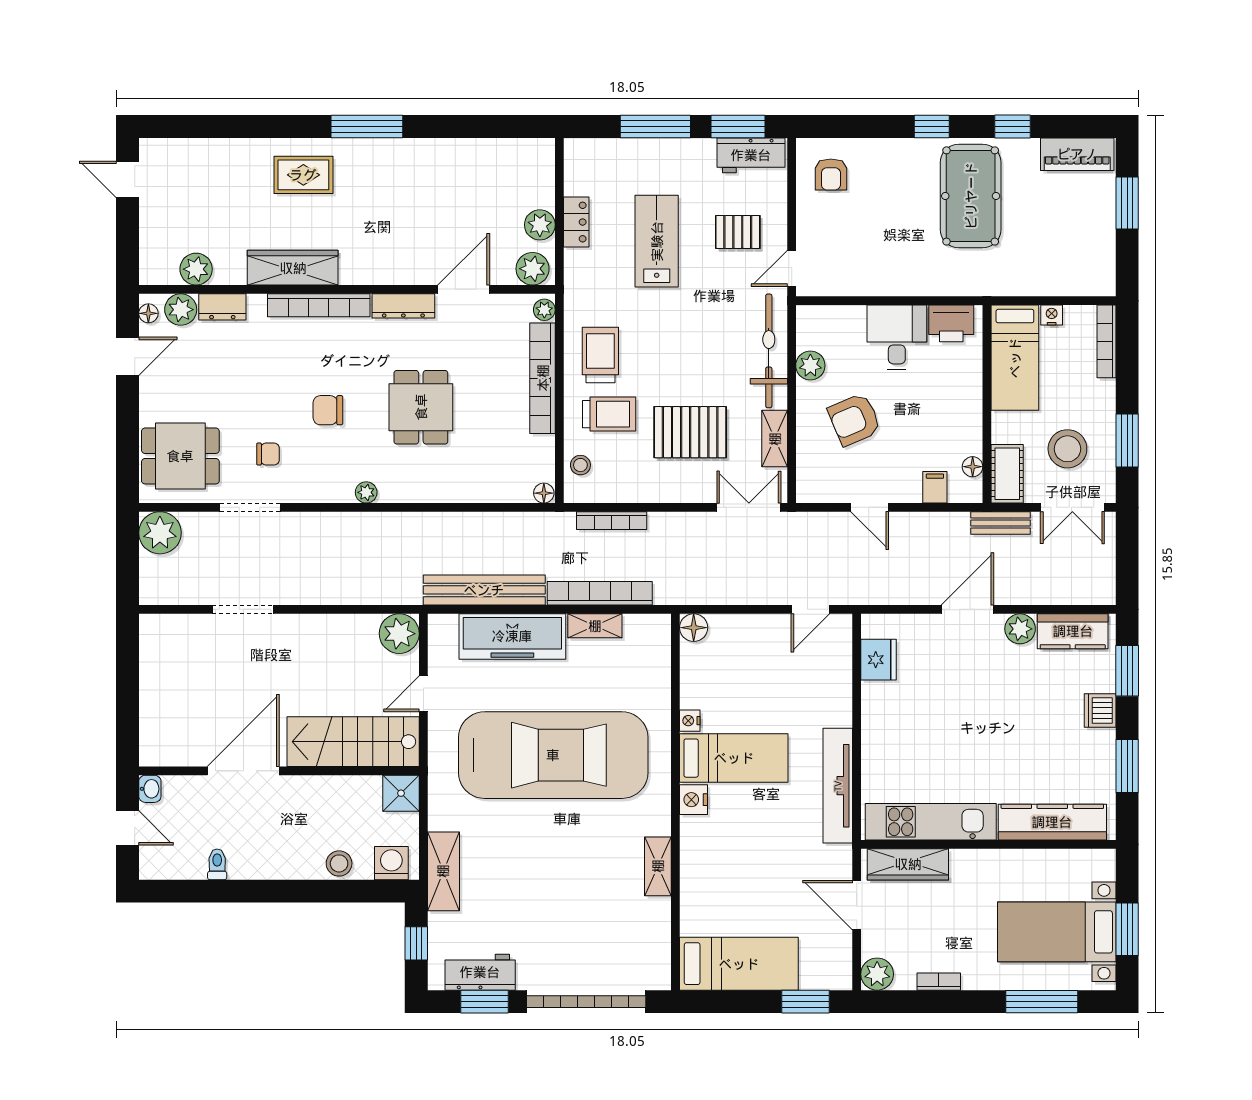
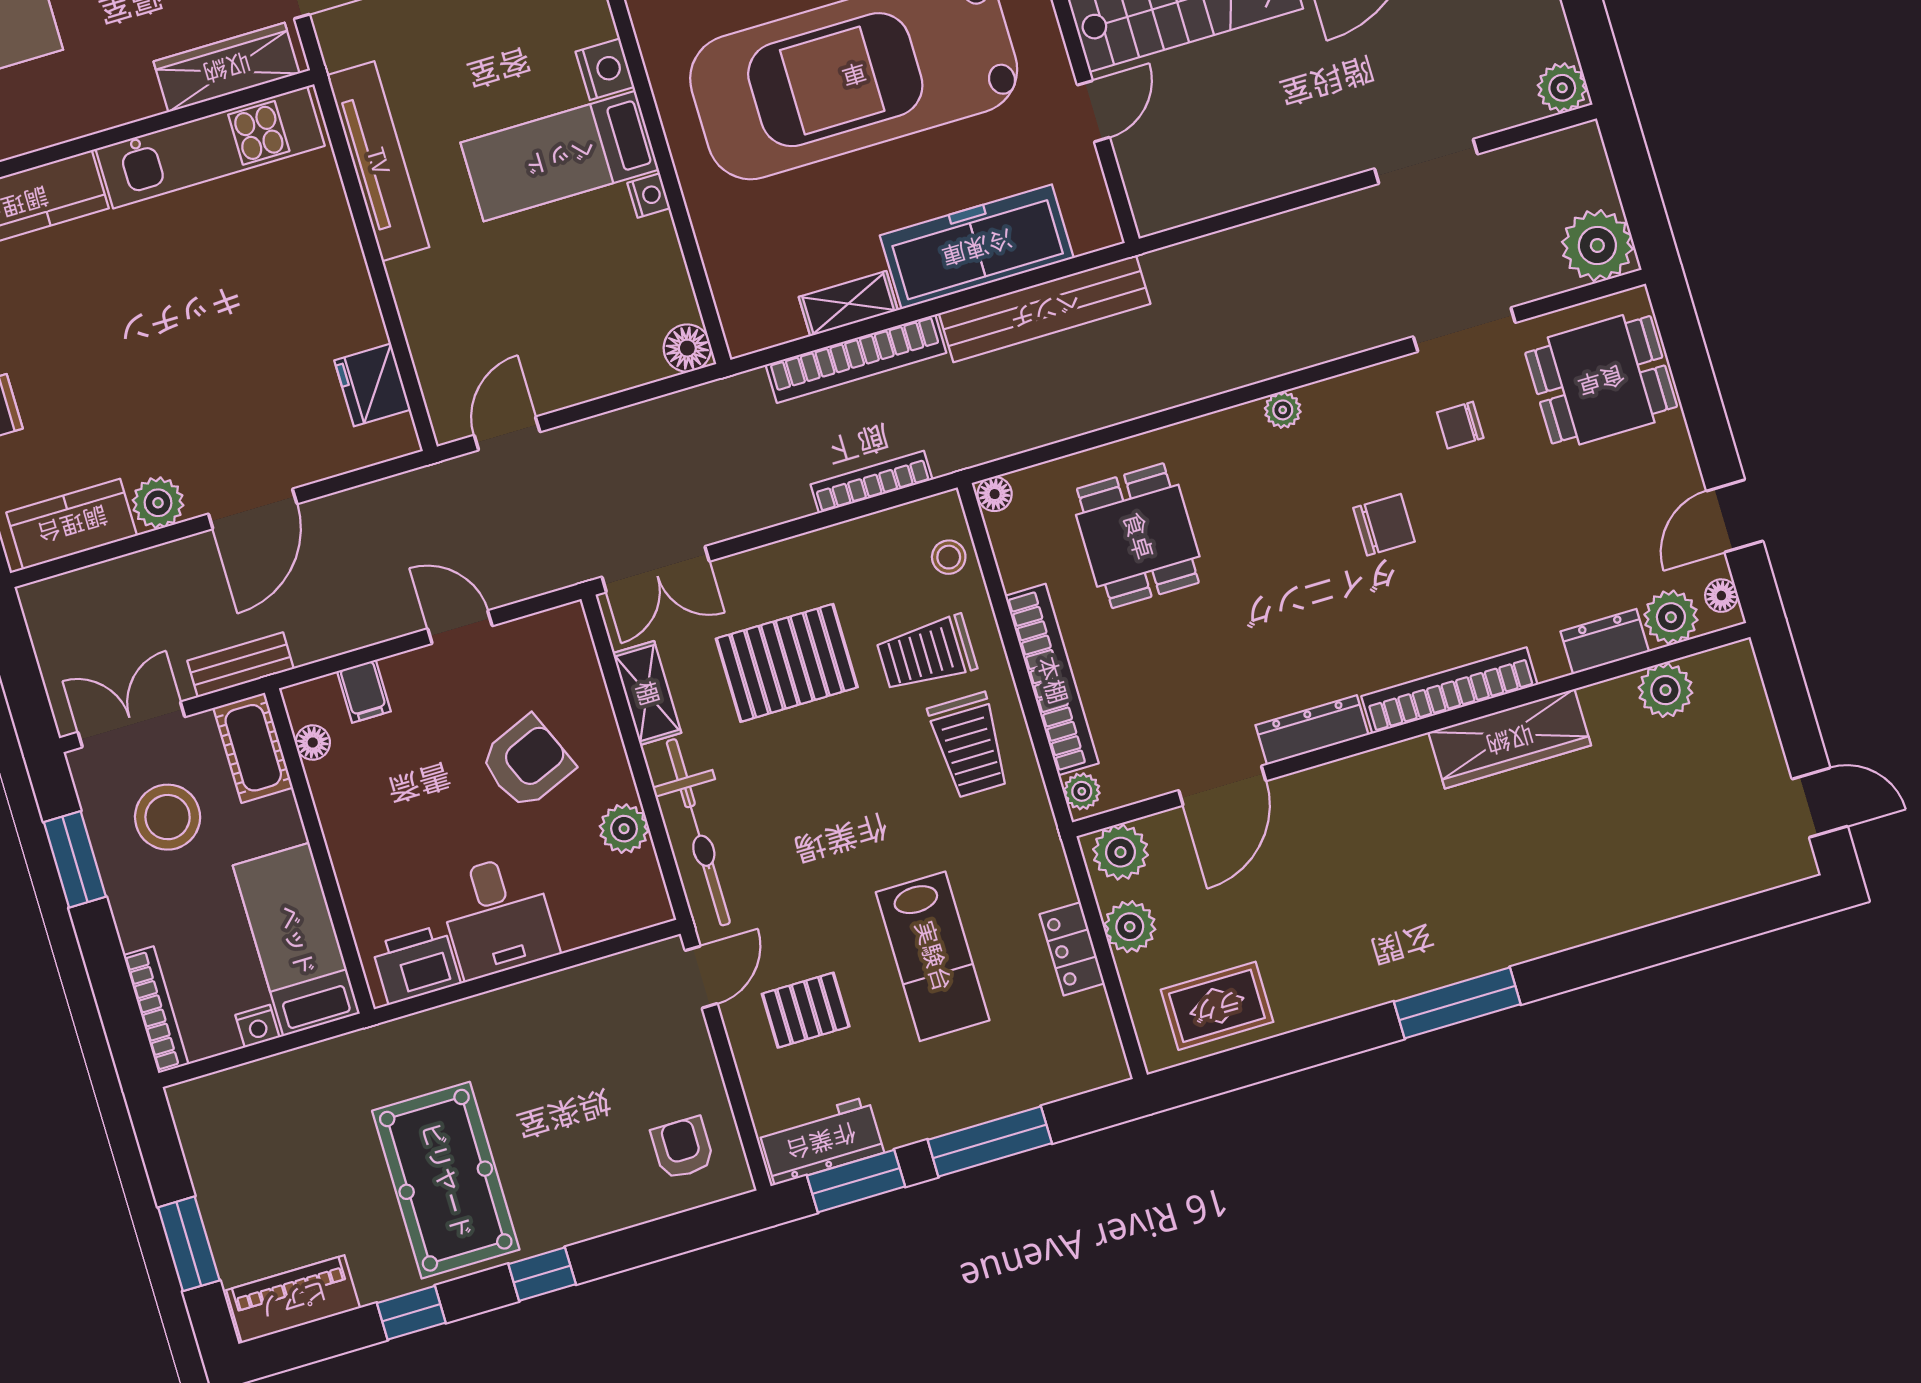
rug: (303, 175) -> (1217, 1006), moved
dining table: (421, 407) -> (1138, 536), moved
plant: (399, 634) -> (1562, 88), moved, width x0.73, depth x0.73

